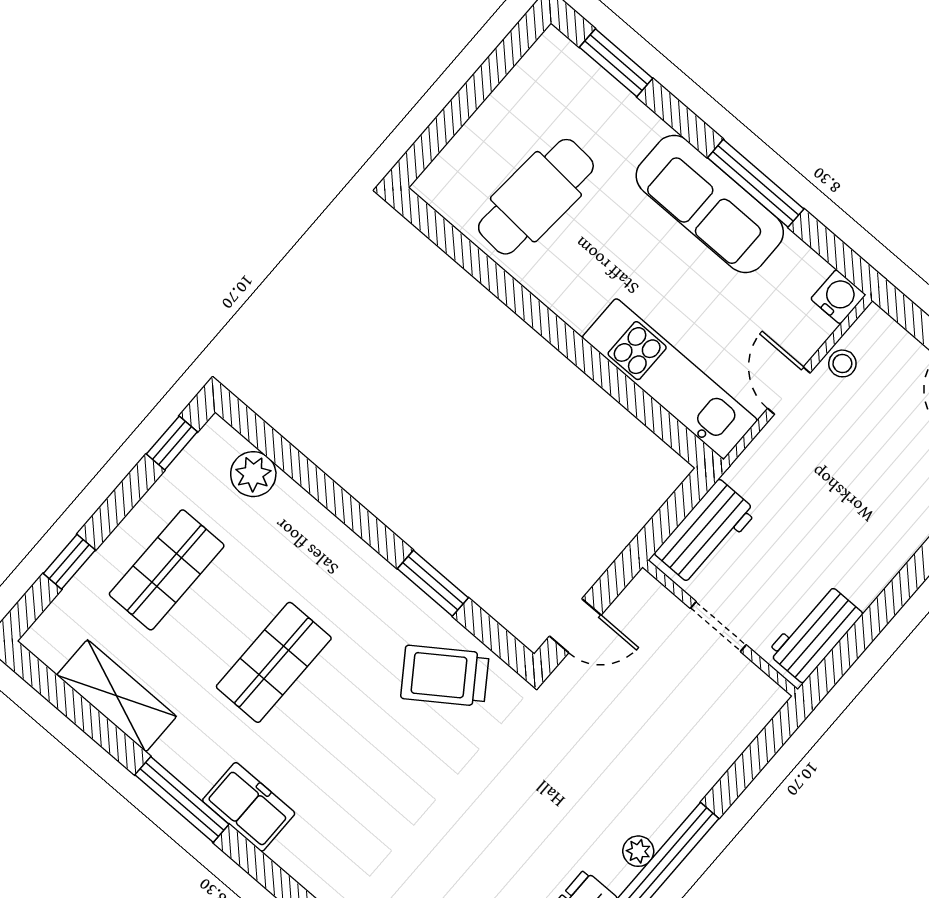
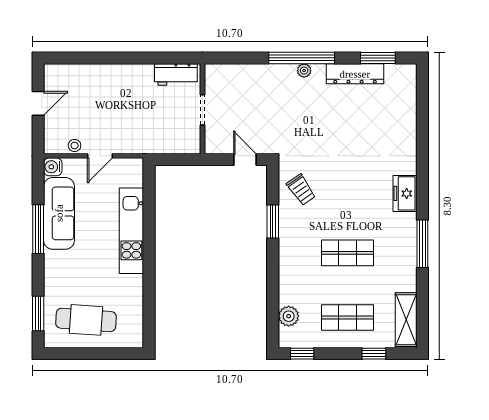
cafe table: (536, 197) -> (86, 320), moved
sofa: (710, 204) -> (59, 213), moved
kitchen unit: (670, 379) -> (131, 231), moved
workbench: (706, 533) -> (174, 142), removed
trolley: (445, 676) -> (301, 190), width x0.73, depth x0.72
shelving: (117, 696) -> (406, 320), moved
freezer: (249, 807) -> (405, 193), moved

